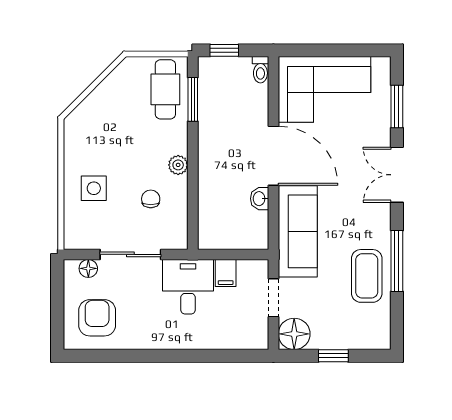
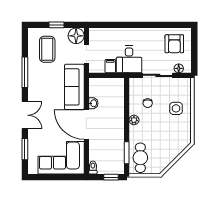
coffee table: (367, 276) -> (47, 49), moved

